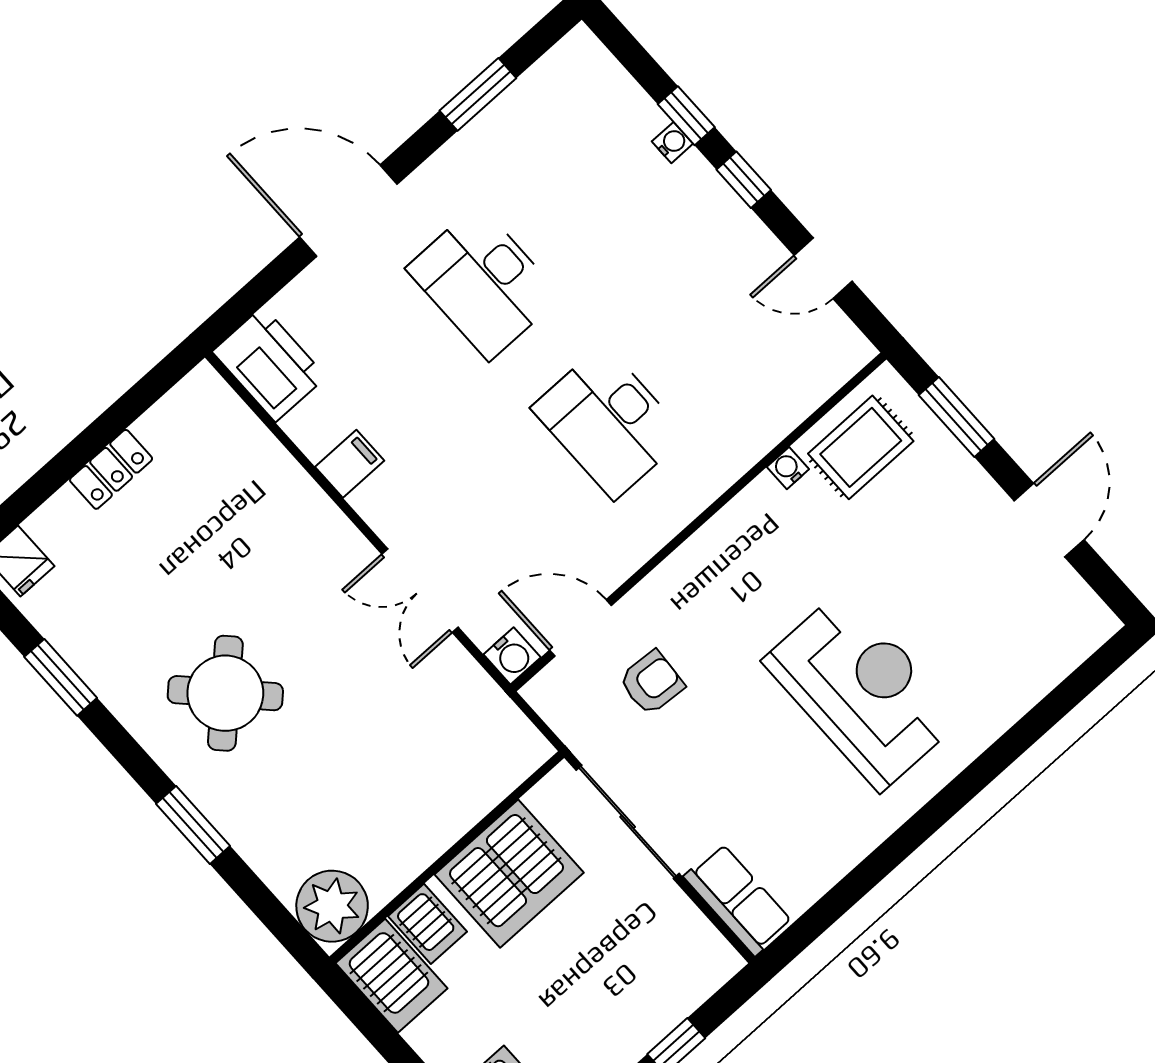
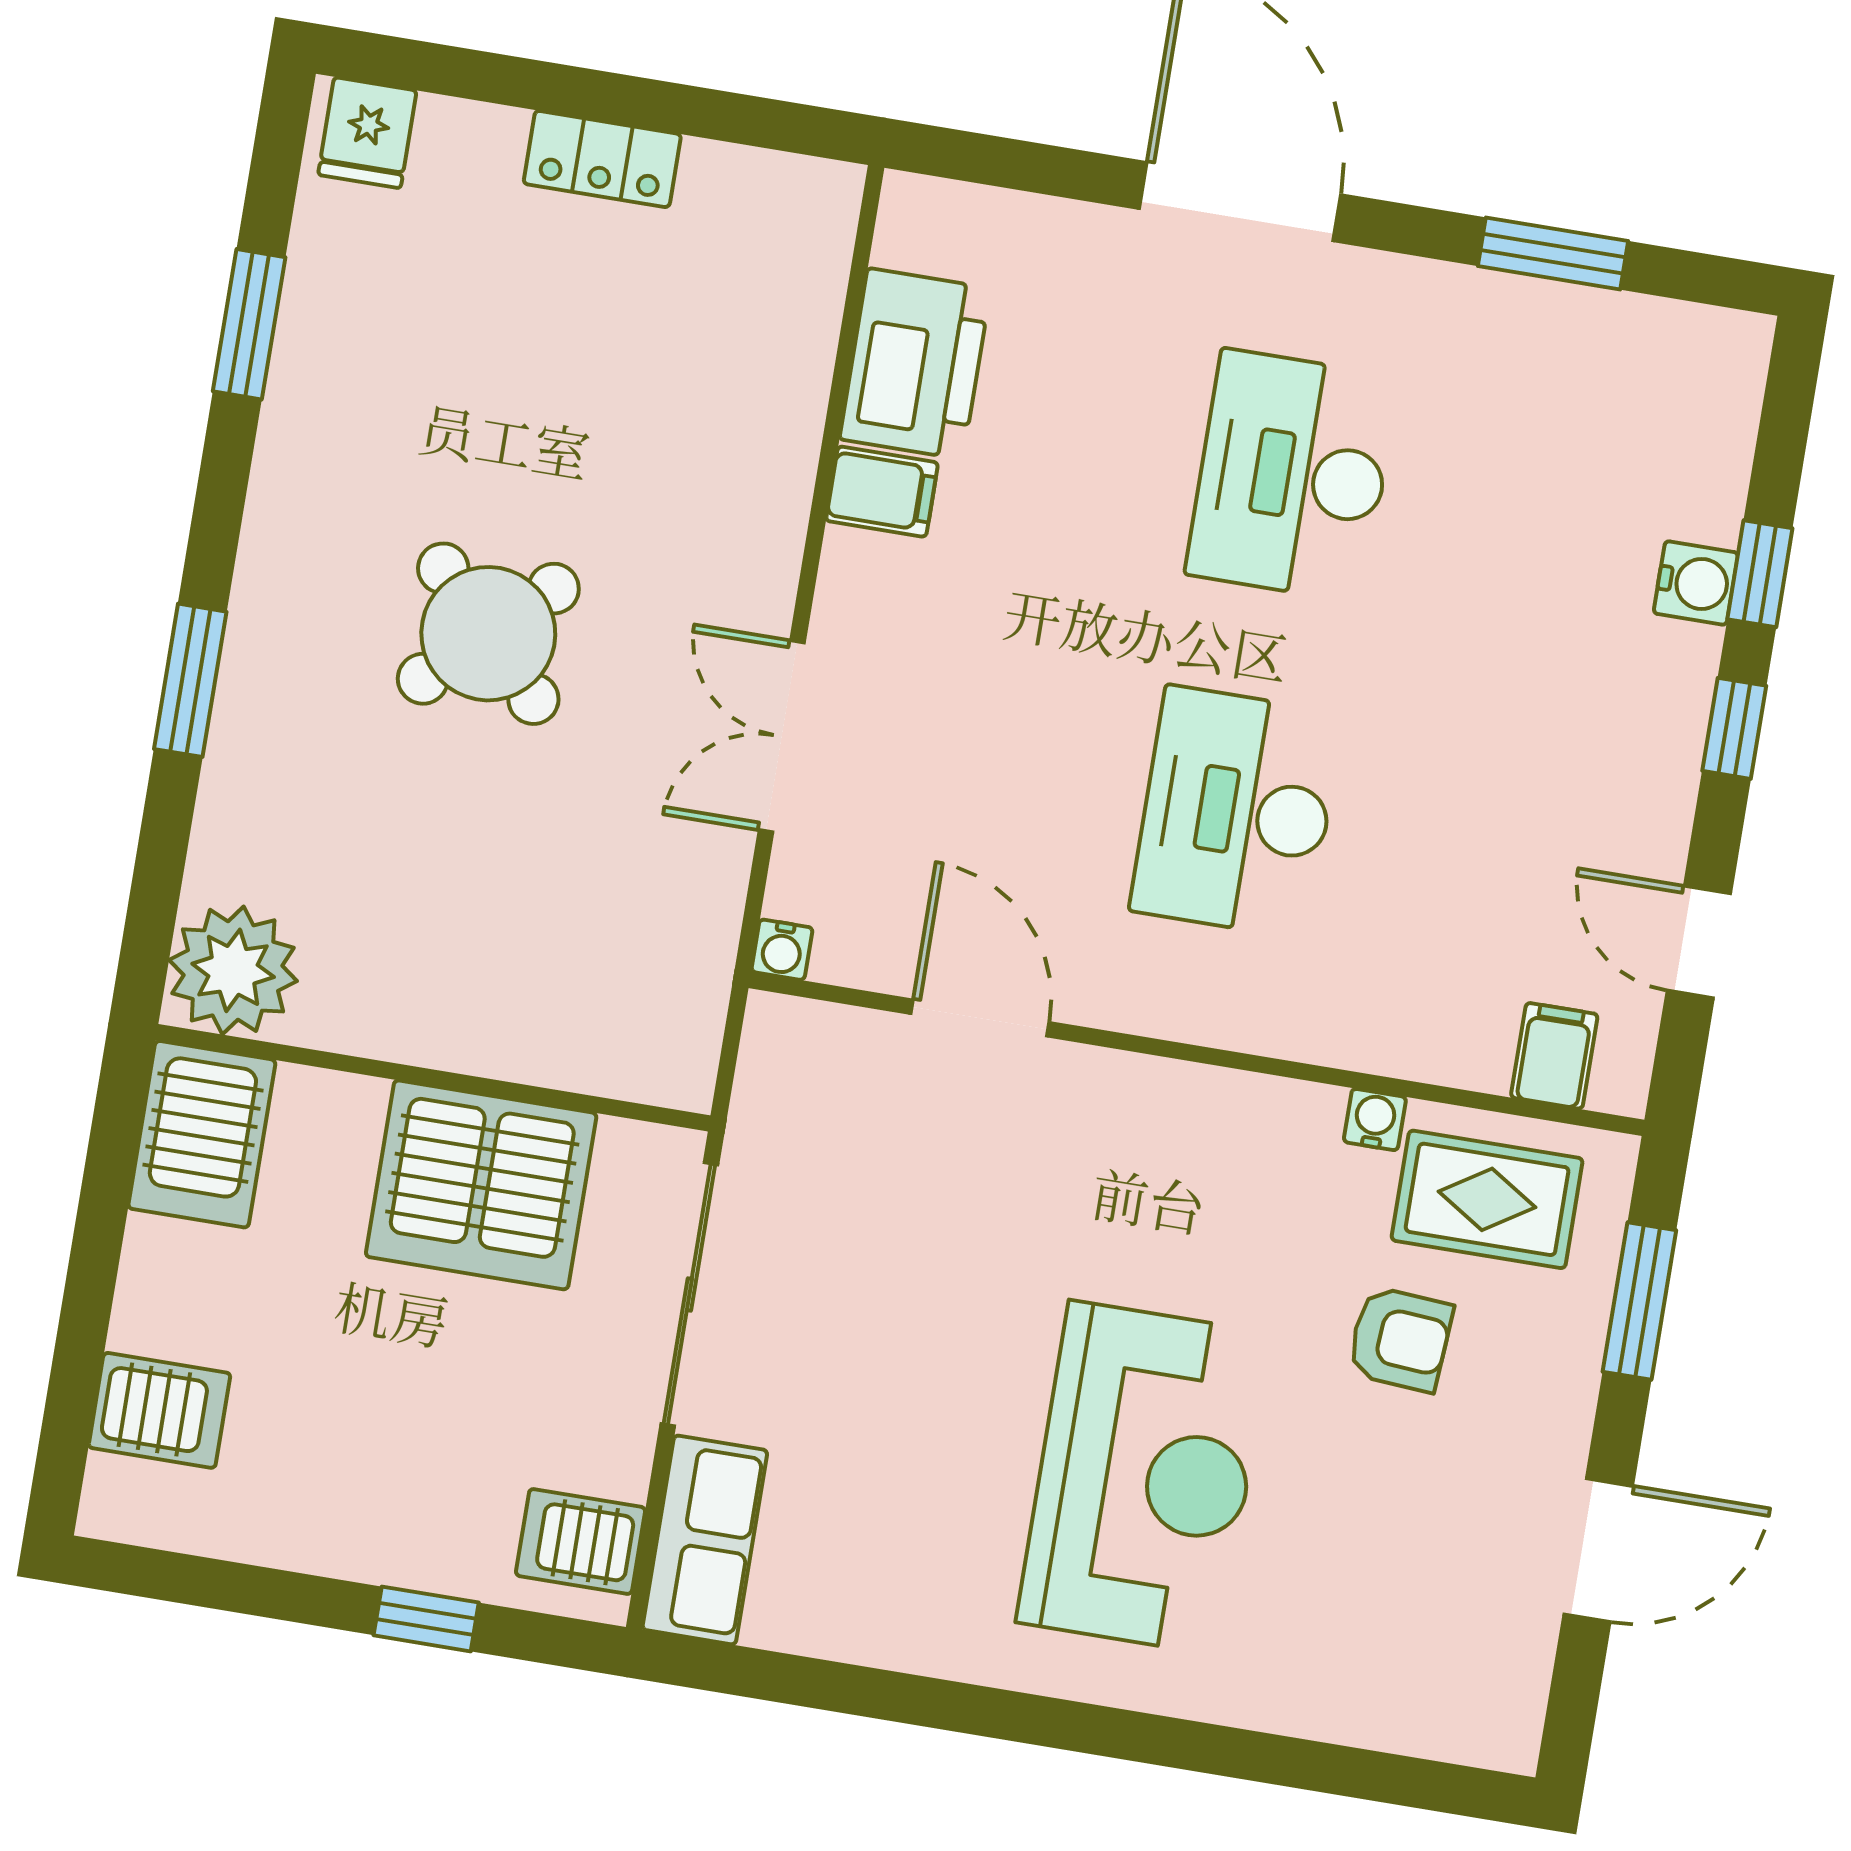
water cooler: (672, 143) -> (1696, 583), width x1.38, depth x1.38
printer: (269, 364) -> (915, 364), moved
filing cabinet: (822, 369) -> (1554, 1056), added
door: (581, 628) -> (980, 1018), moved
water cooler: (512, 656) -> (782, 950), width x0.72, depth x0.72
armchair: (652, 683) -> (1400, 1339), moved
round table: (225, 693) -> (488, 634), moved
server rack: (427, 924) -> (581, 1541), moved, turned 90

